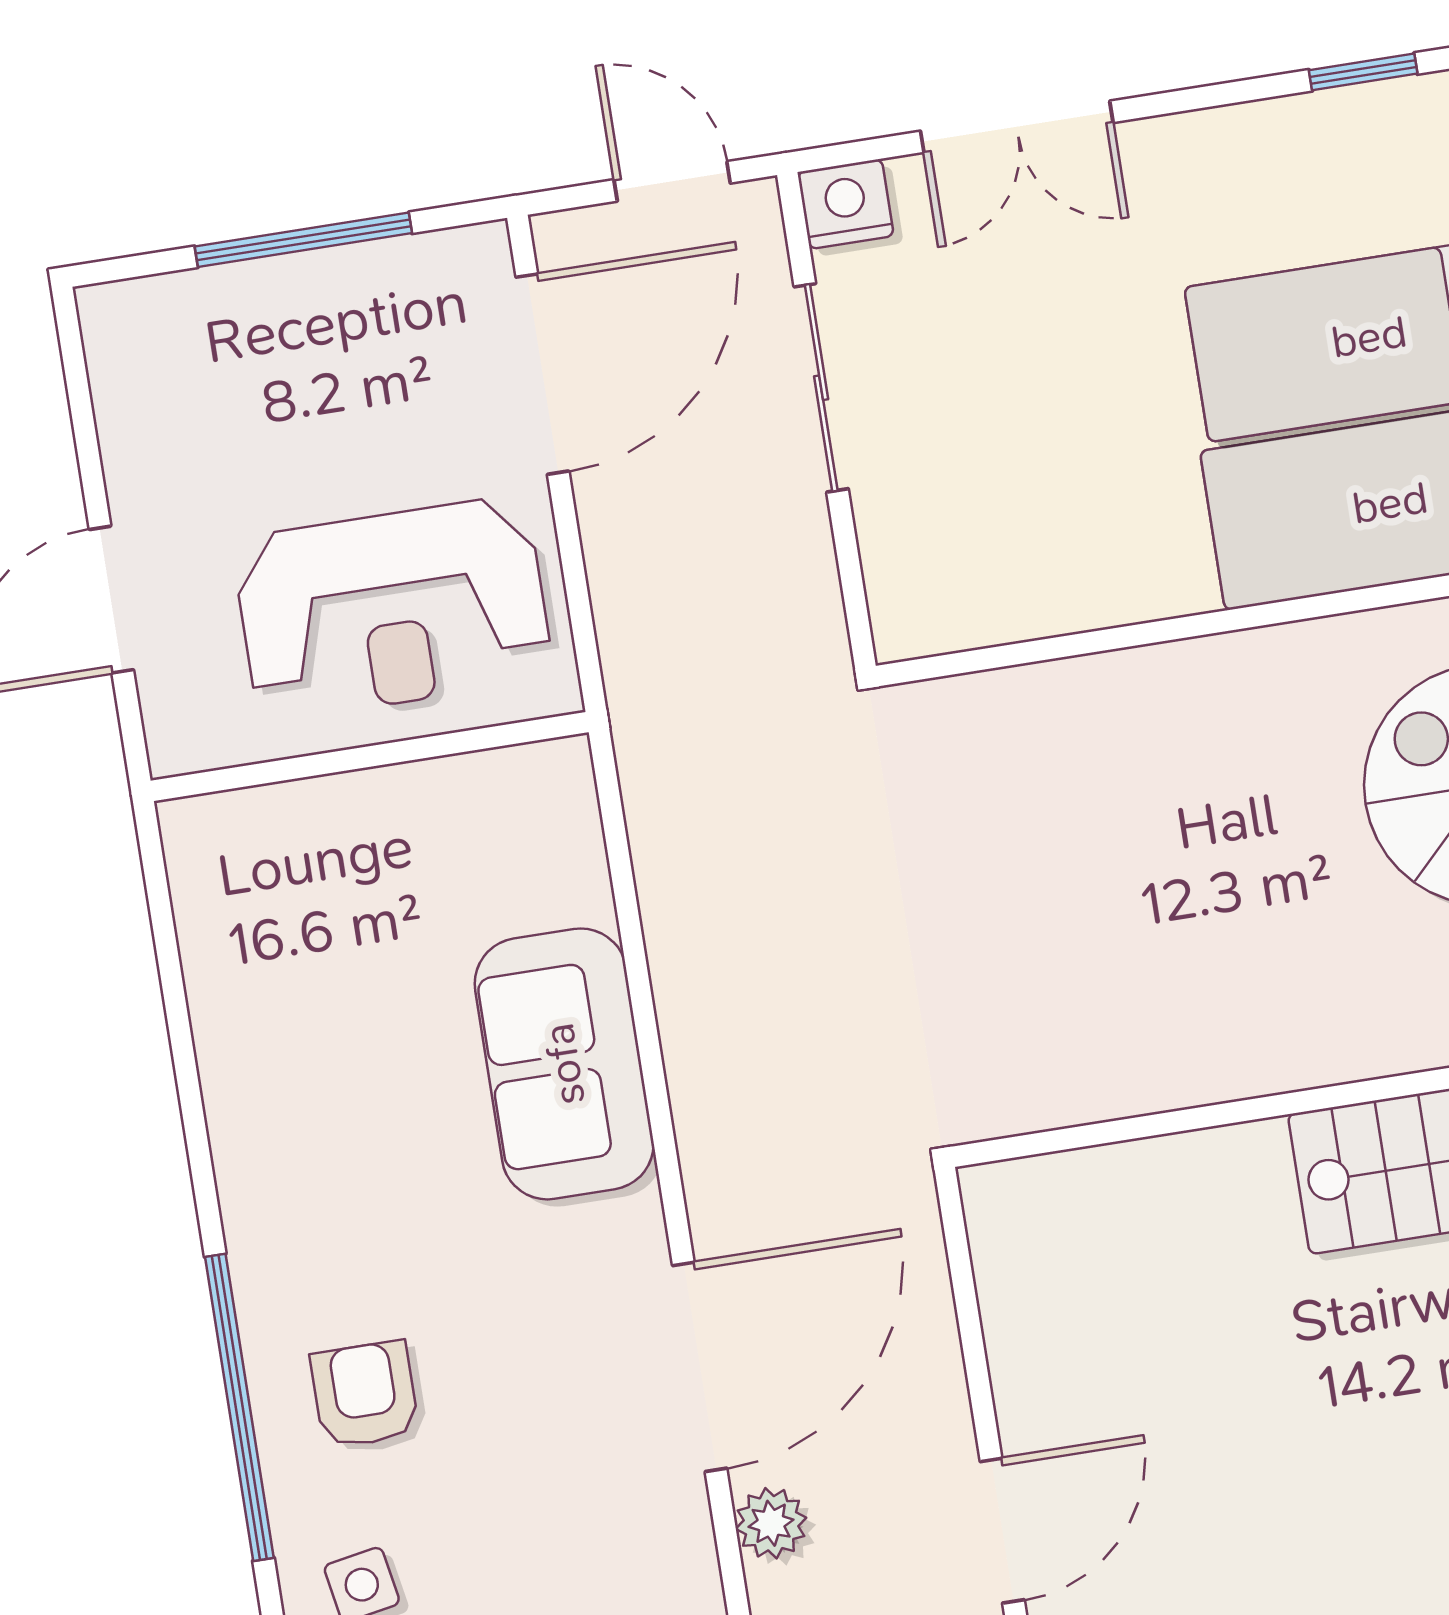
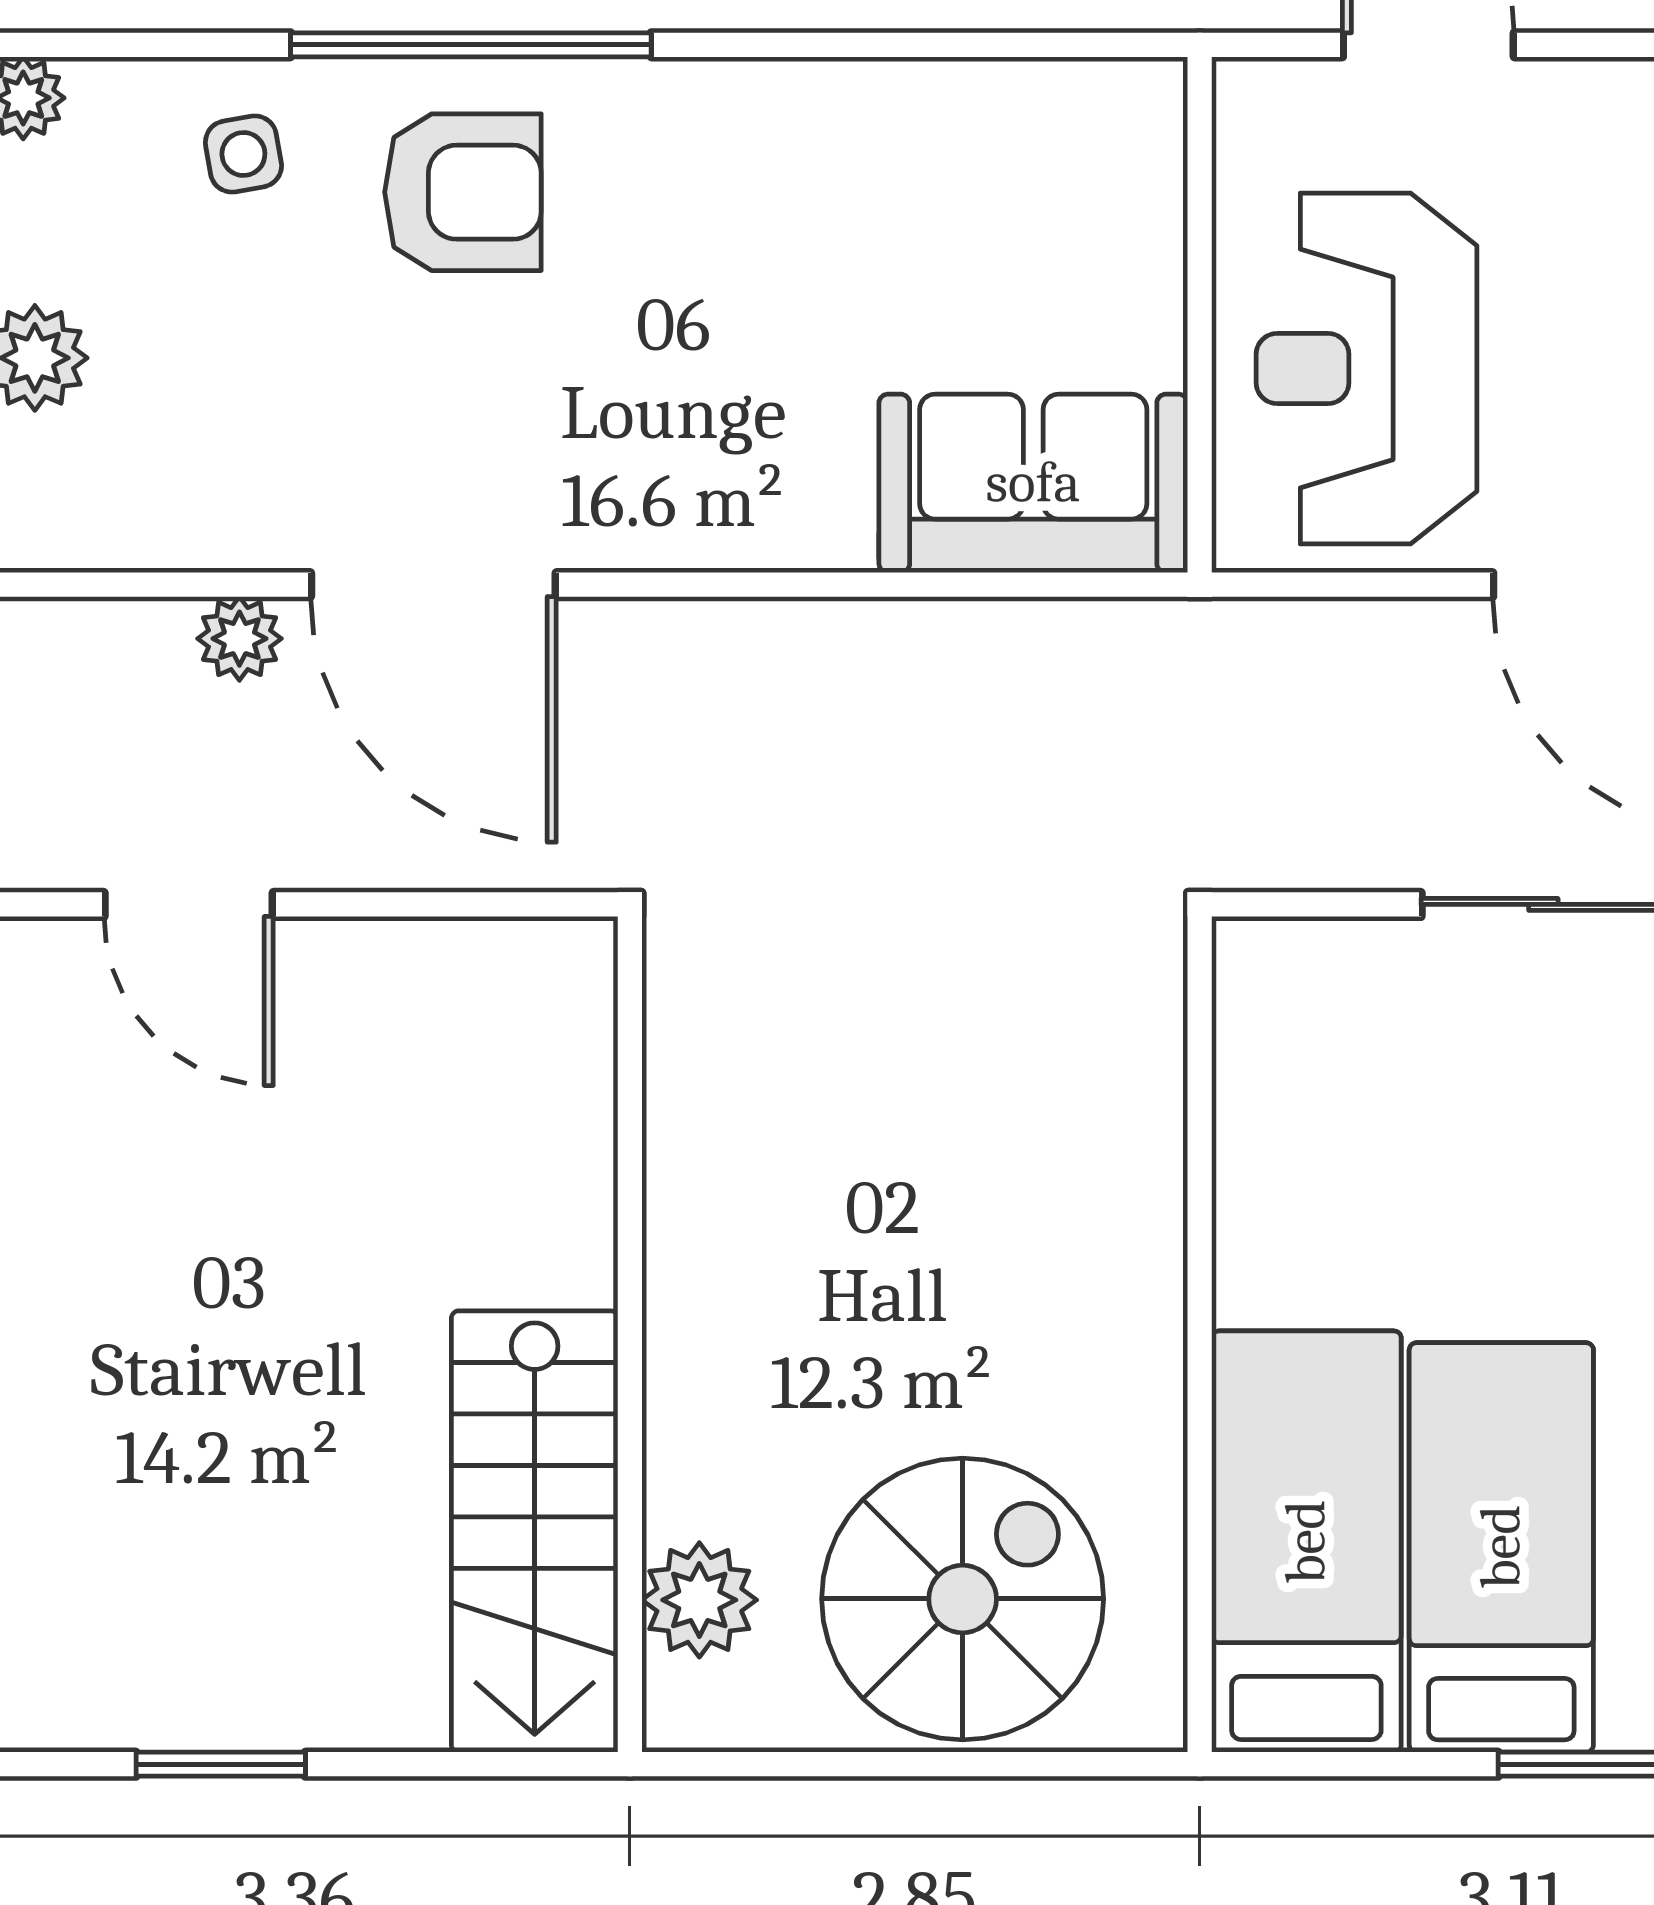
sofa: (564, 1064) -> (1033, 483), moved
armchair: (365, 1394) -> (463, 192), width x1.38, depth x1.38

